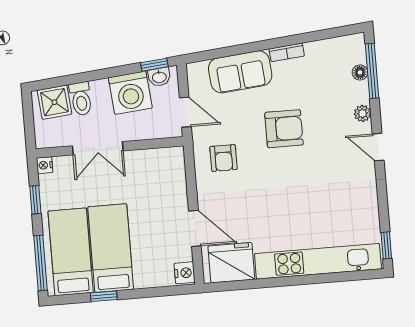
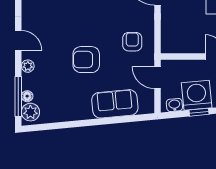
plant: (354, 51) -> (30, 112), added
bookcase: (287, 52) -> (80, 115), removed
window: (154, 65) -> (199, 112), moved

